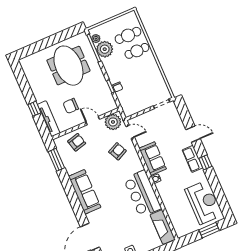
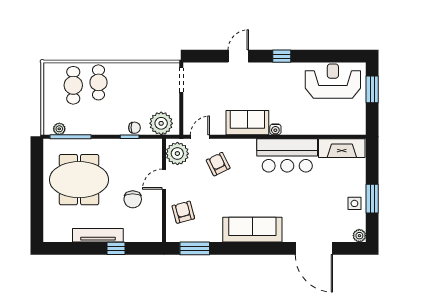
plant: (105, 49) -> (161, 123), moved
tv unit: (49, 119) -> (98, 235), moved
row of seats: (192, 159) -> (270, 71), removed

